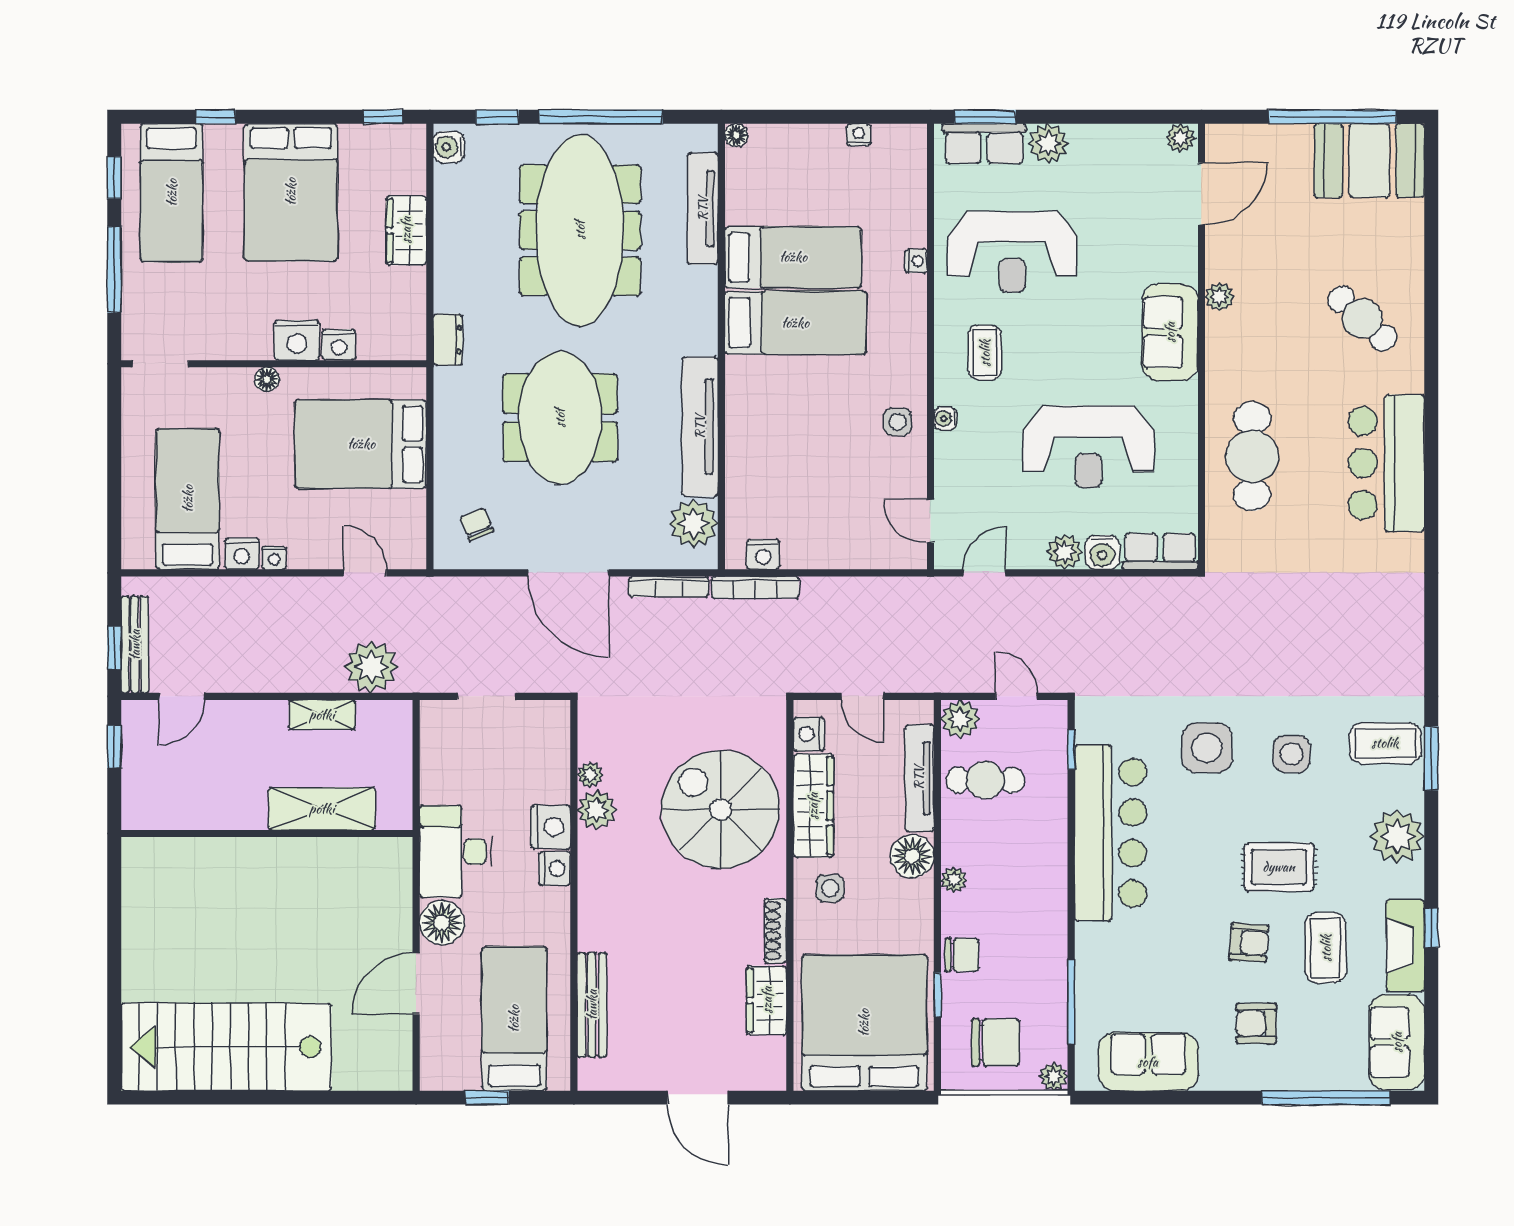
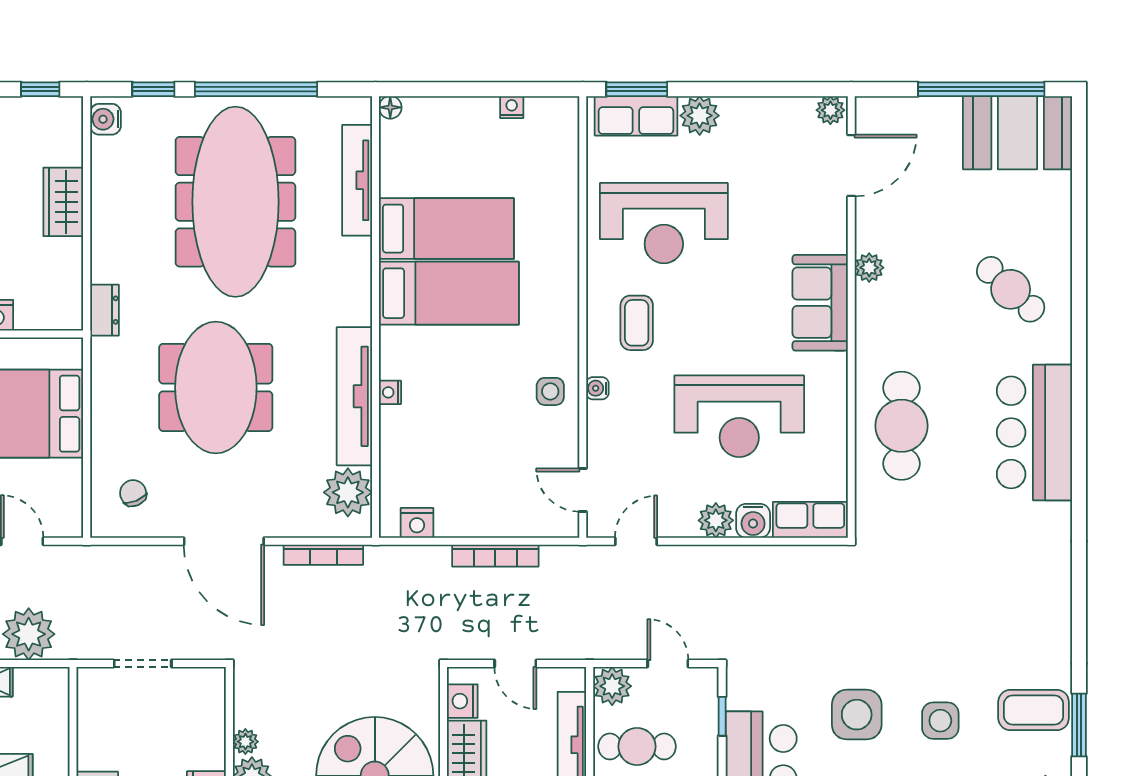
nightstand: (916, 261) -> (390, 392), moved, turned 180
bookcase: (755, 587) -> (495, 556), moved

